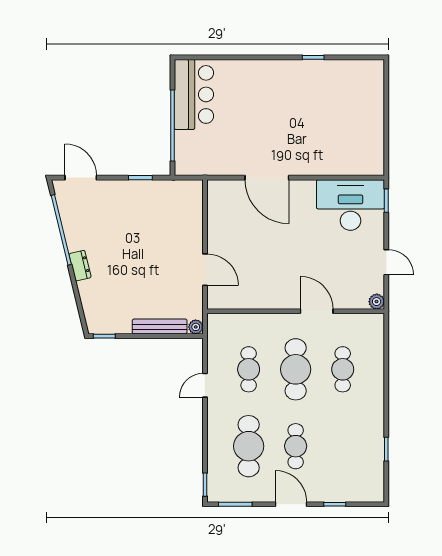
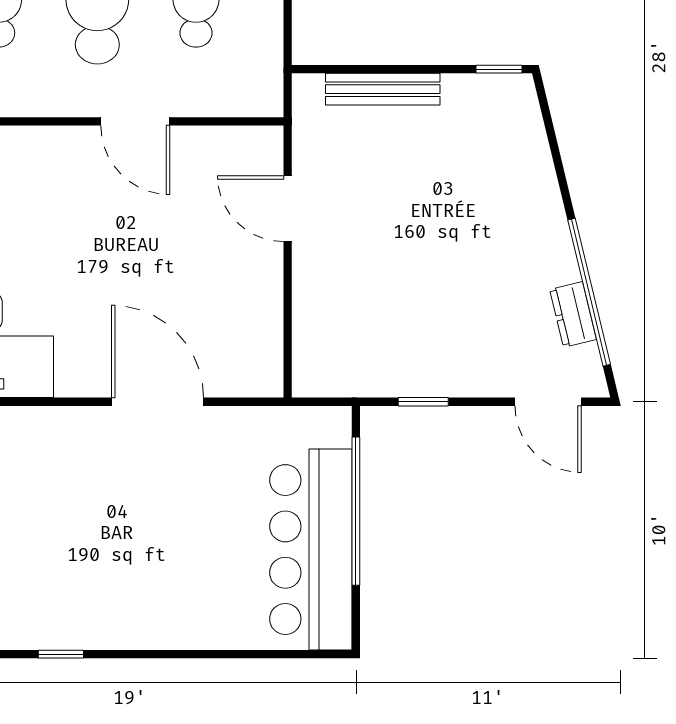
bar counter: (194, 94) -> (311, 550), width x1.36
dresser: (80, 266) -> (573, 314), moved
door: (317, 311) -> (135, 121), moved
plant: (196, 327) -> (307, 89), removed

